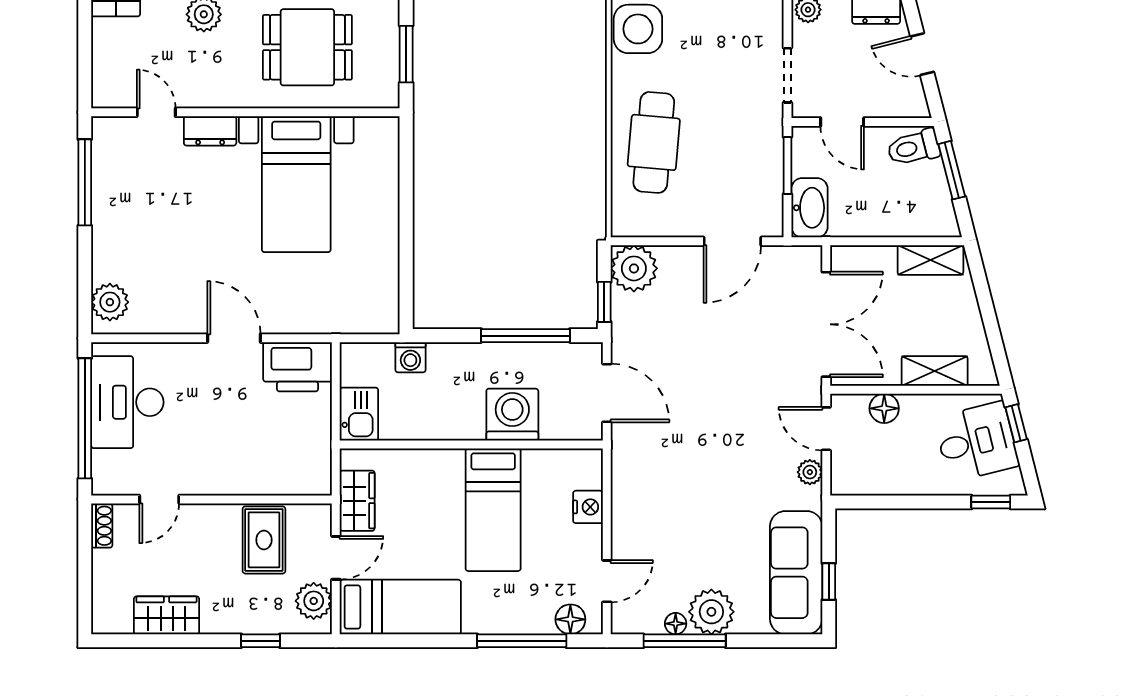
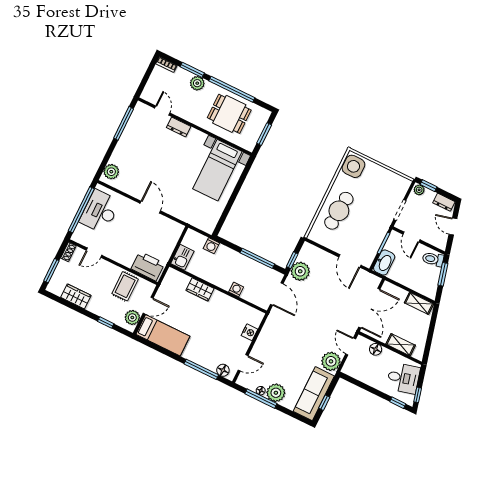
bed with nightstands: (296, 184) -> (217, 170), moved
door: (732, 241) -> (350, 261), hinge flipped
plant: (634, 268) -> (300, 271), moved
printer: (298, 367) -> (148, 266), moved, turned 180
washing machine: (512, 415) -> (236, 289), width x0.53, depth x0.53
window: (1016, 423) -> (418, 395), moved
plant: (810, 472) -> (331, 361), width x1.88, depth x1.88
wardrobe: (357, 501) -> (200, 289), moved, turned 90
bed: (493, 510) -> (214, 316), removed
window: (85, 585) -> (51, 271), added

